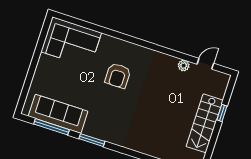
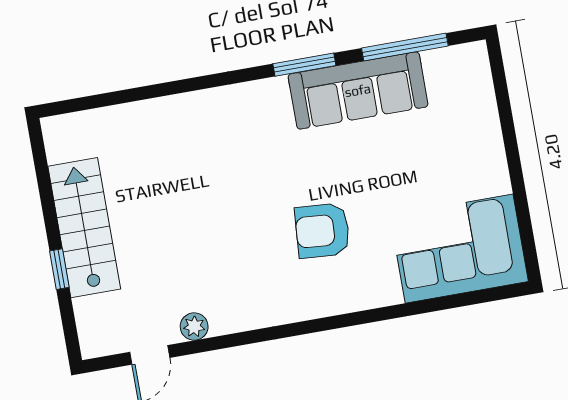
armchair: (118, 76) -> (322, 231), turned -86
sofa: (58, 114) -> (358, 90), moved

